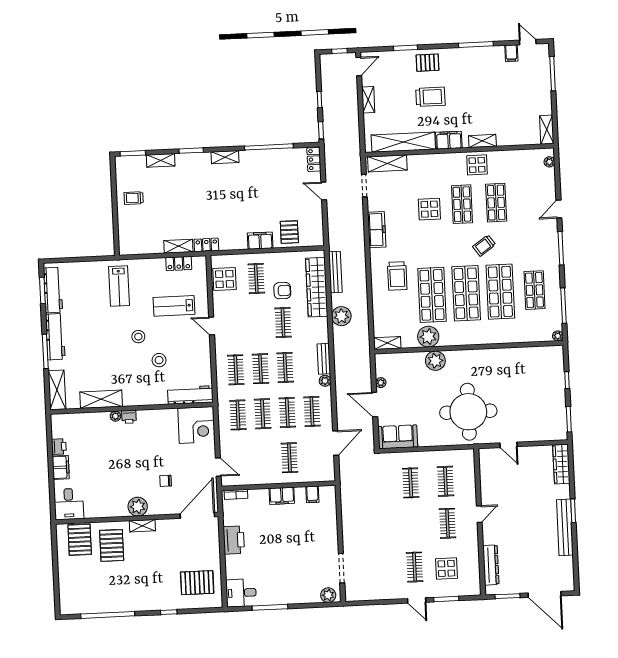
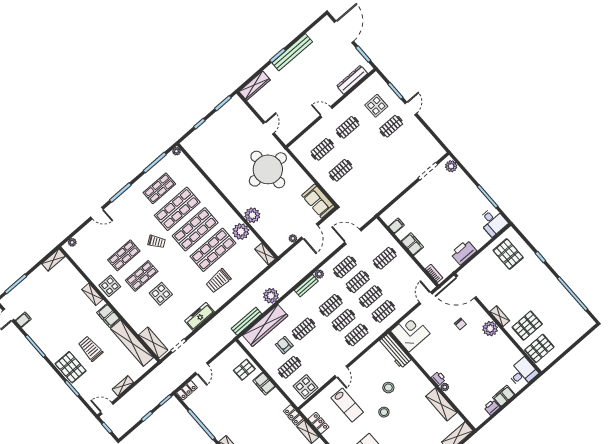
pallet: (427, 63) -> (71, 367), width x1.50, depth x1.42
trolley: (397, 276) -> (218, 281), turned 180

